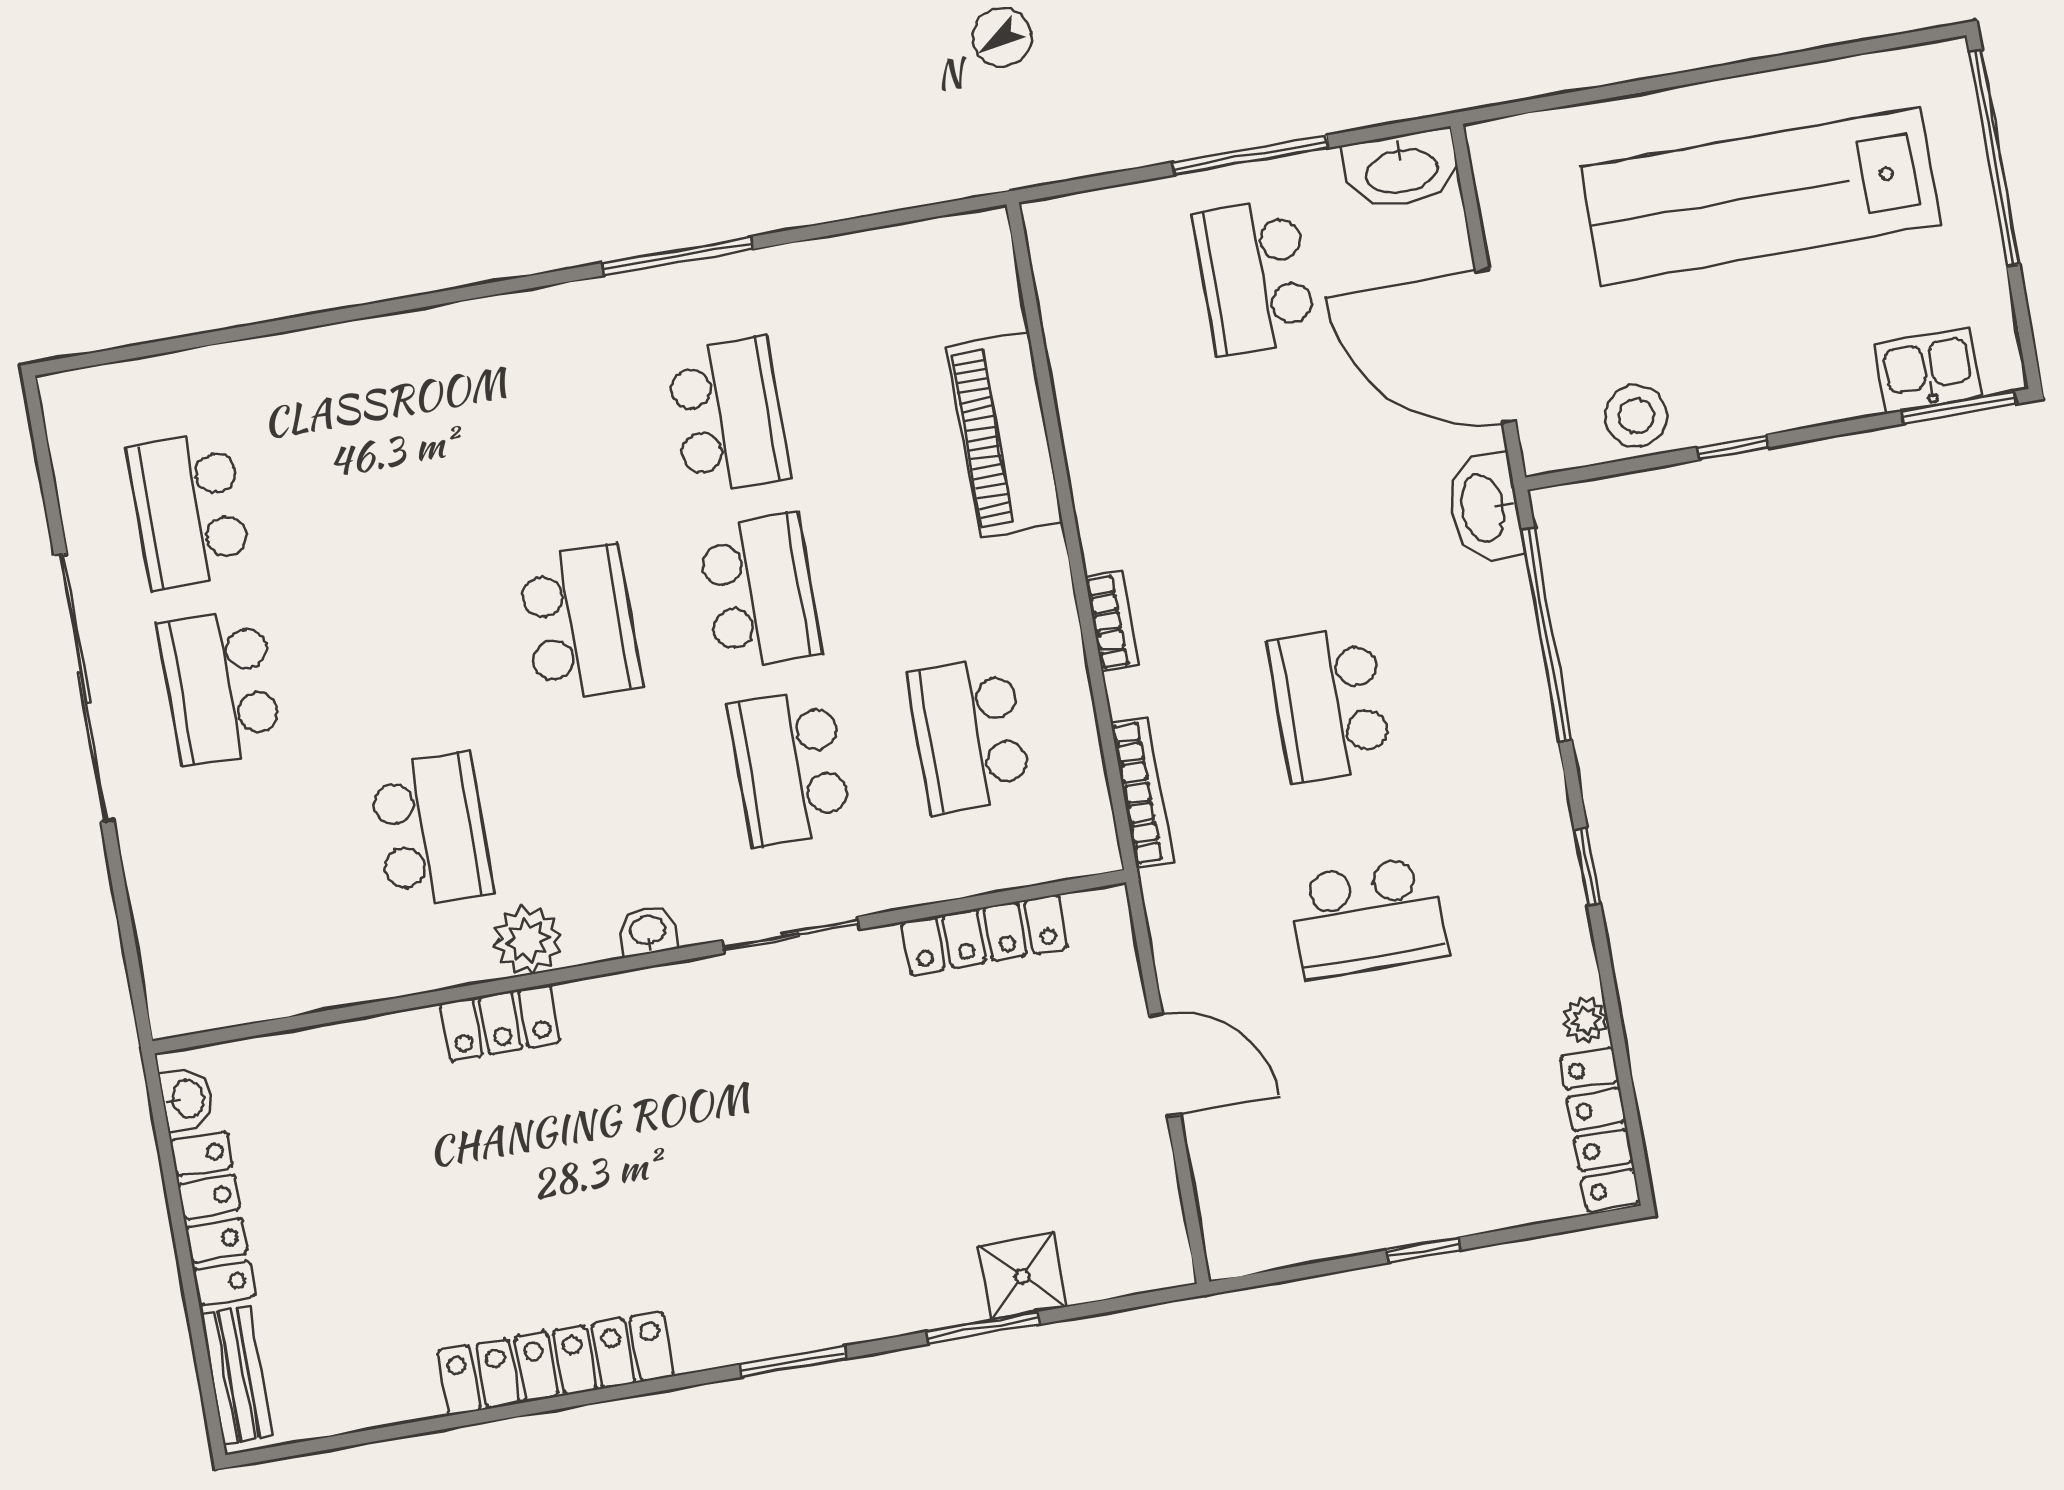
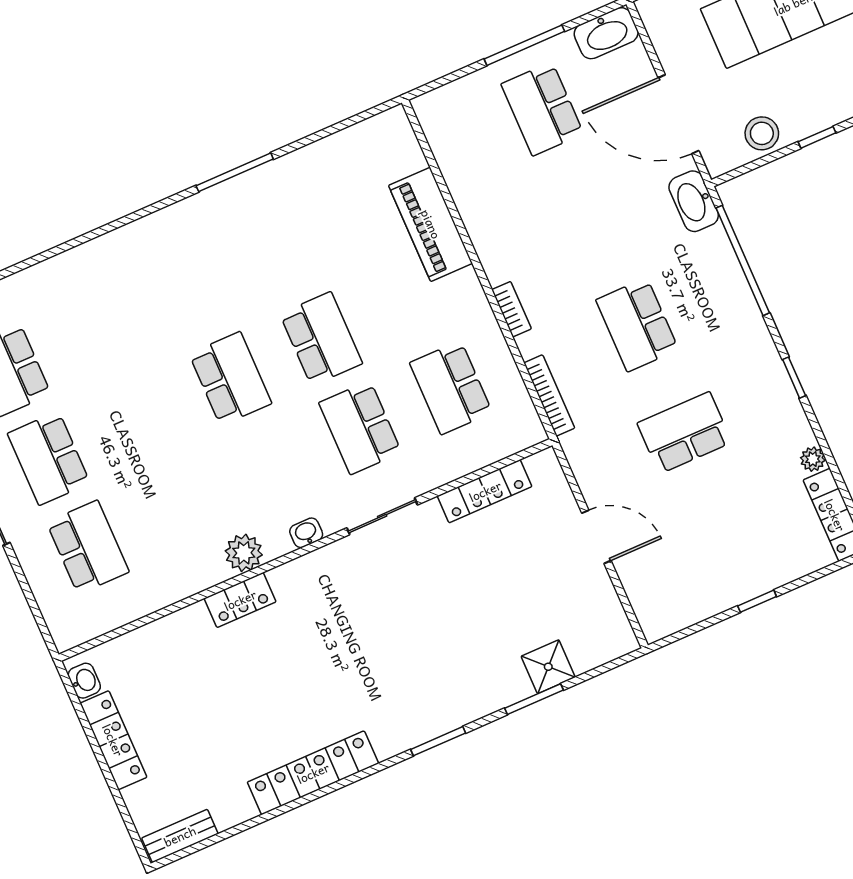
school desk: (728, 415) -> (282, 250), removed
school desk: (431, 830) -> (88, 547), moved
school desk: (1368, 917) -> (684, 433), turned 180
bench: (237, 1375) -> (180, 836), moved, turned 90

